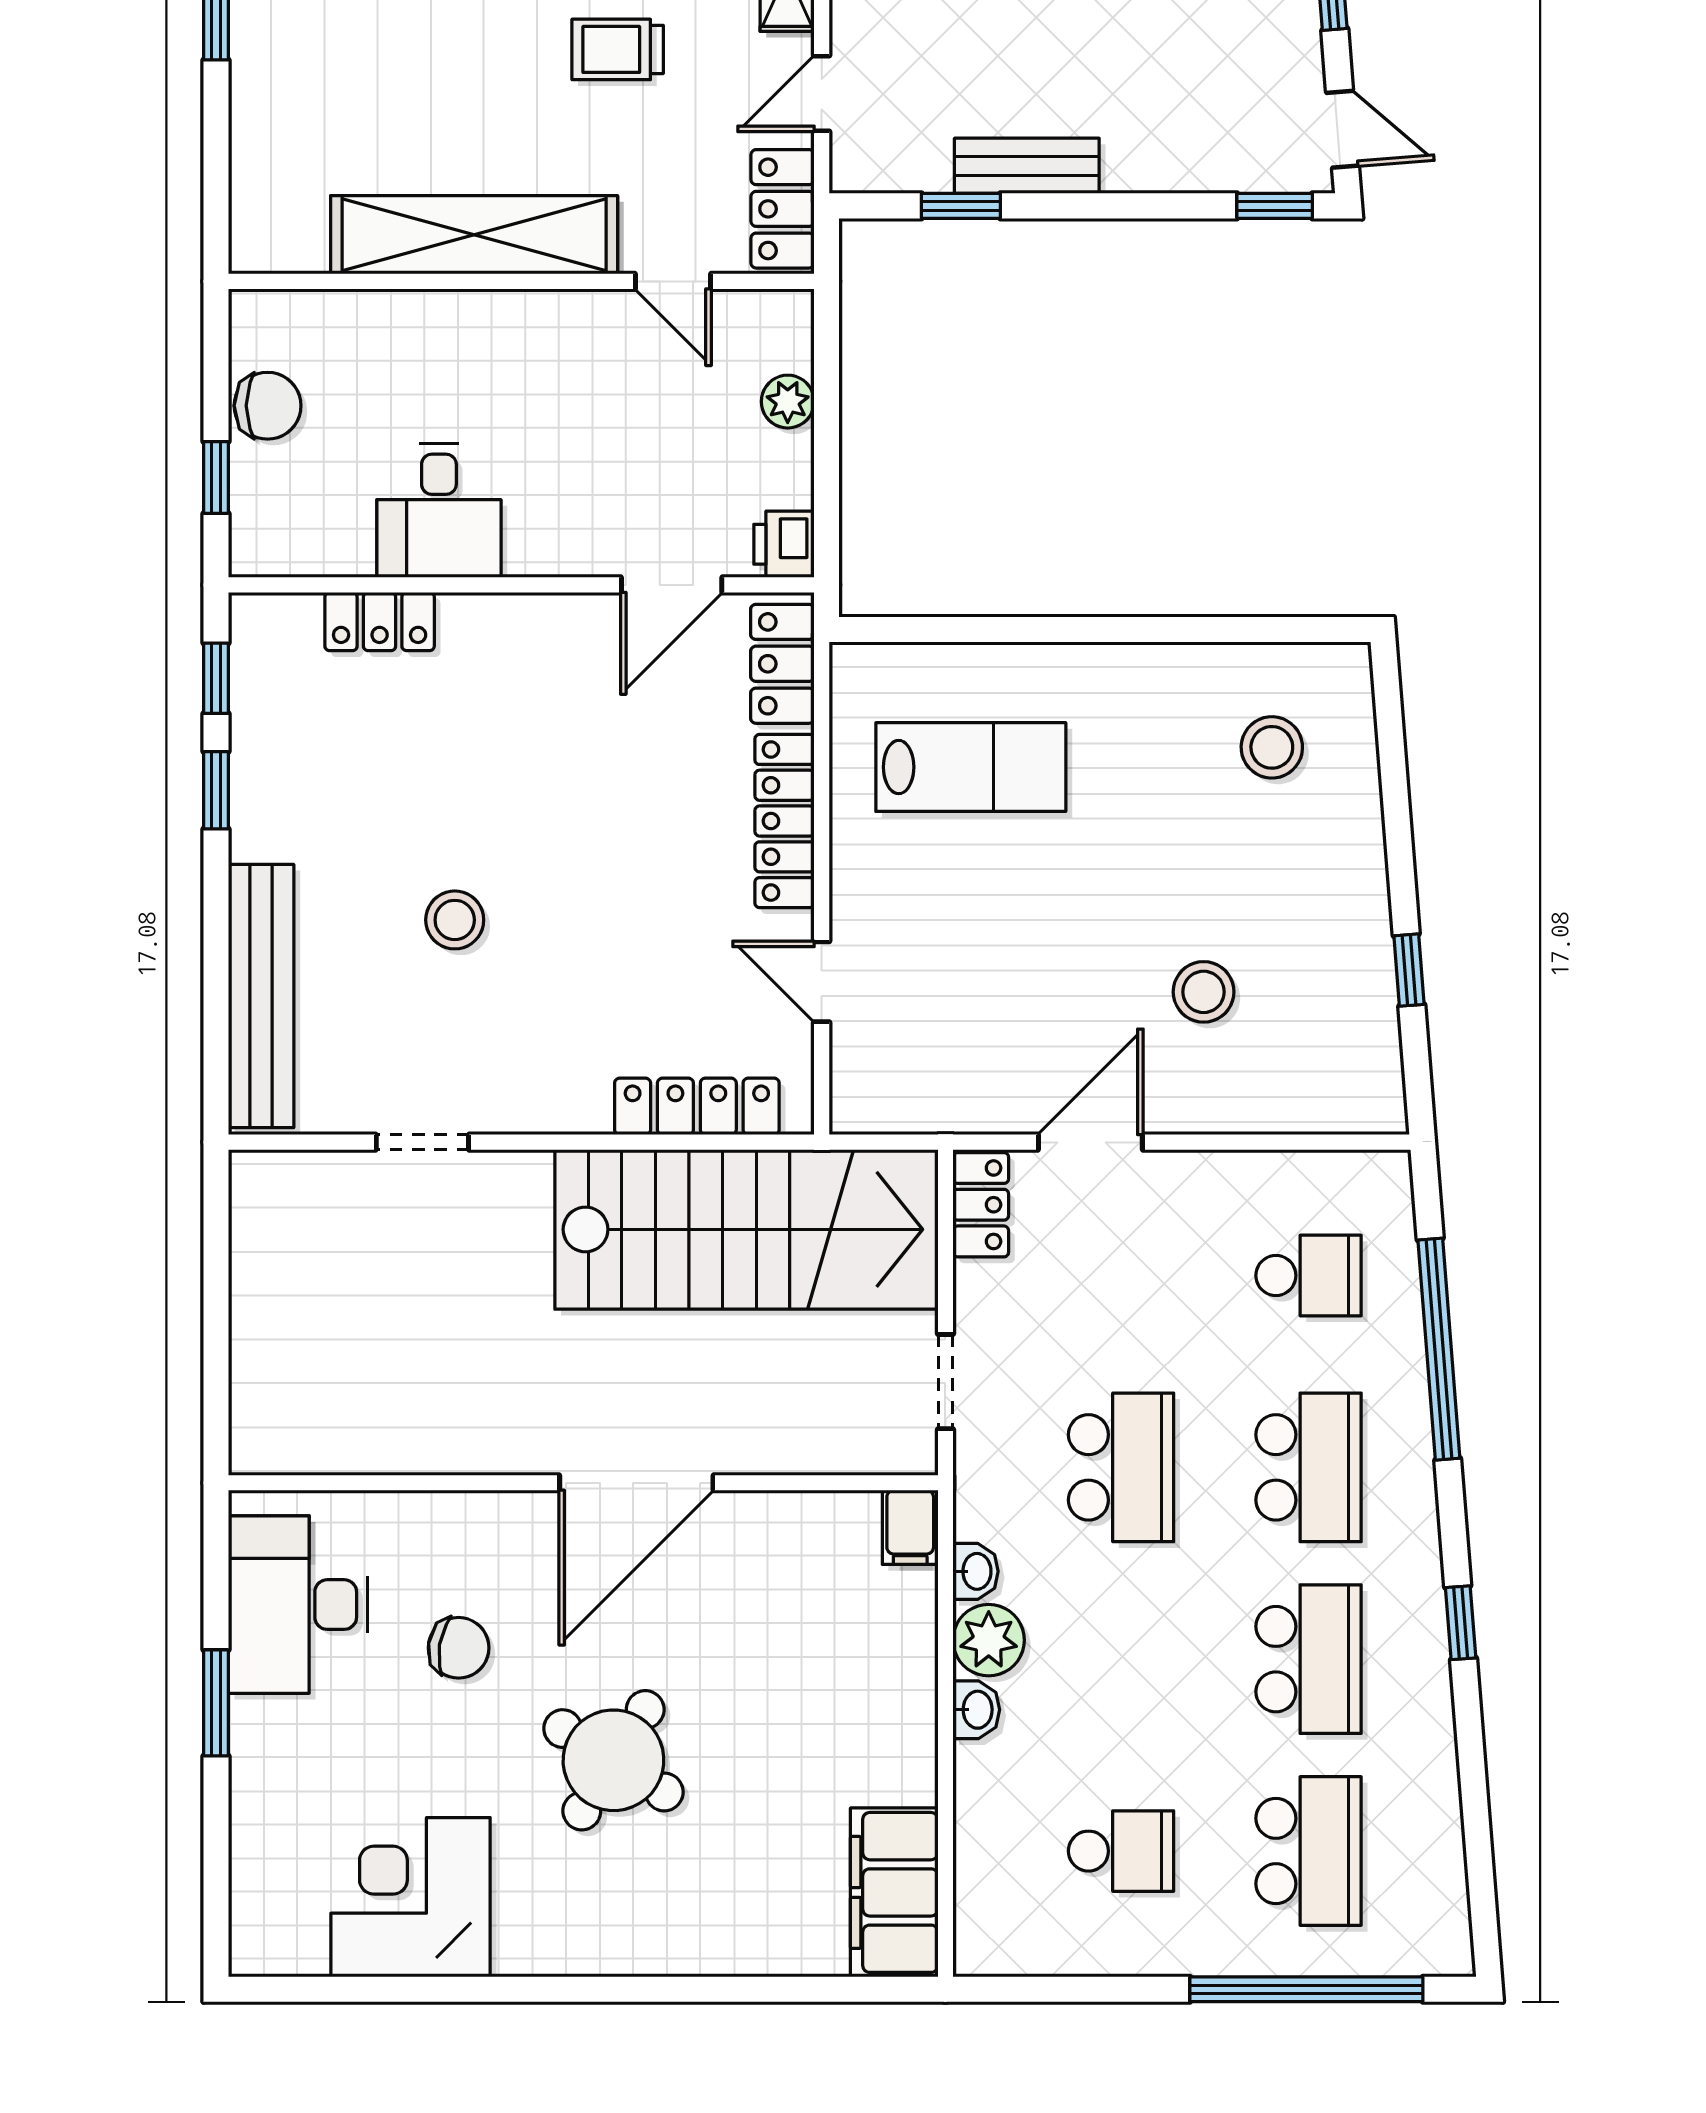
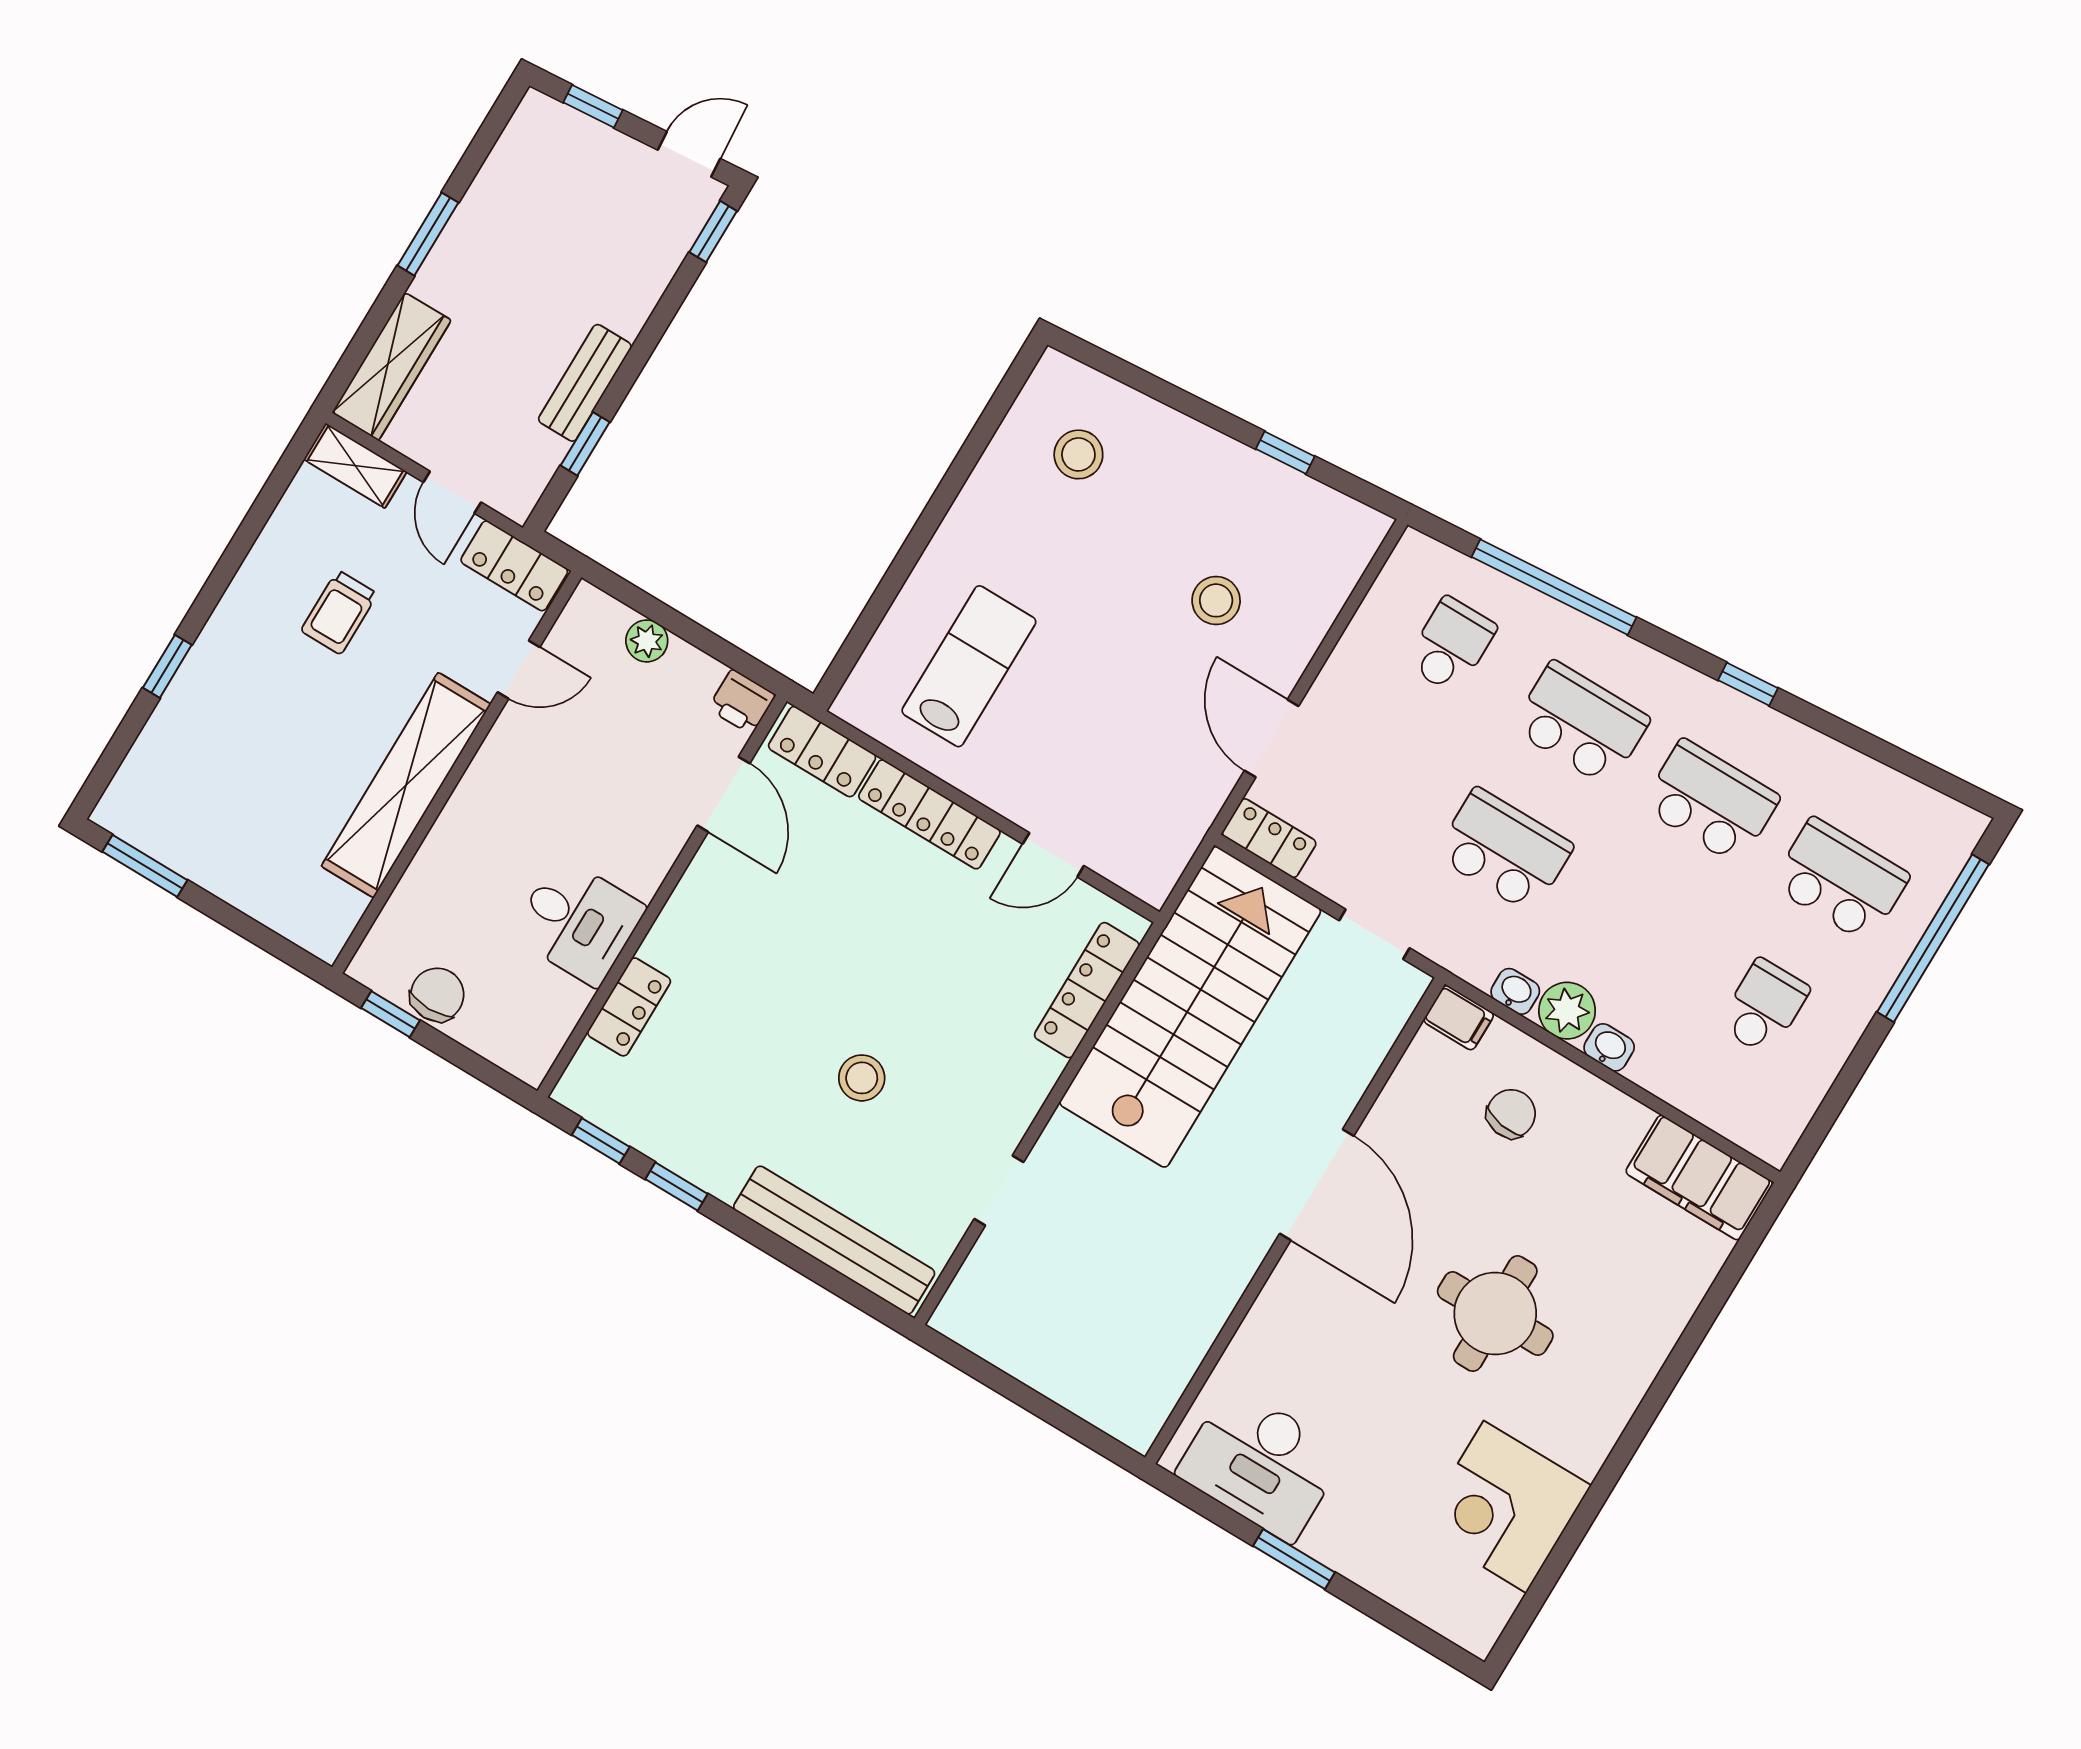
window: (216, 477) -> (391, 1014), moved
chair: (459, 1648) -> (1511, 1114), moved
round table: (613, 1760) -> (1495, 1314), turned -32

